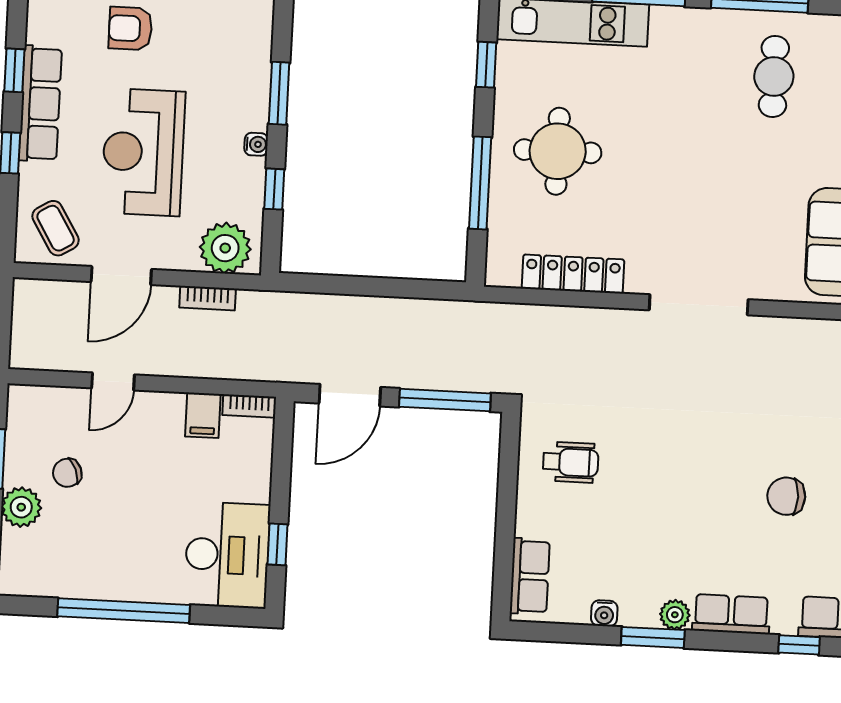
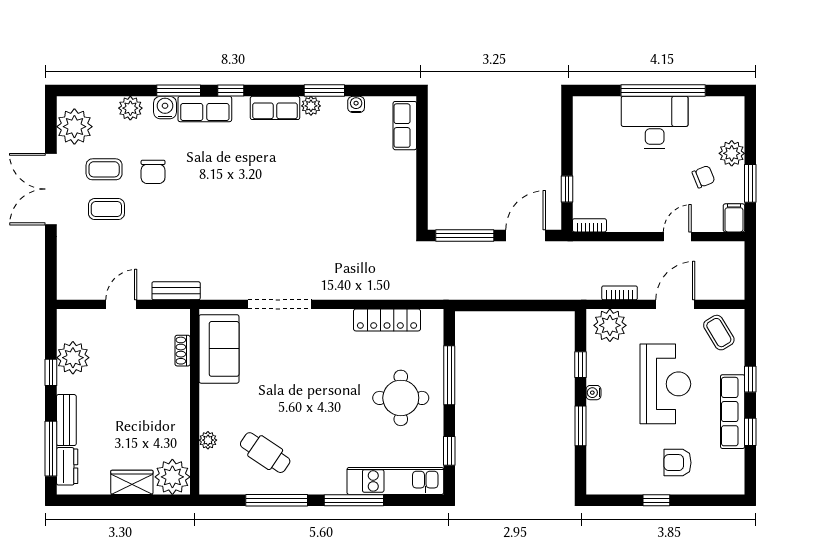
armchair: (130, 28) -> (677, 463), turned 180
cafe table: (774, 76) -> (265, 453), turned -56
doorway: (699, 305) -> (280, 304), moved
filing cabinet: (203, 415) -> (734, 218), moved
wheelchair: (571, 462) -> (382, 200), removed
chair: (786, 496) -> (244, 185), removed
window: (277, 544) -> (567, 189), moved
desk: (227, 555) -> (655, 122), moved, turned 90

